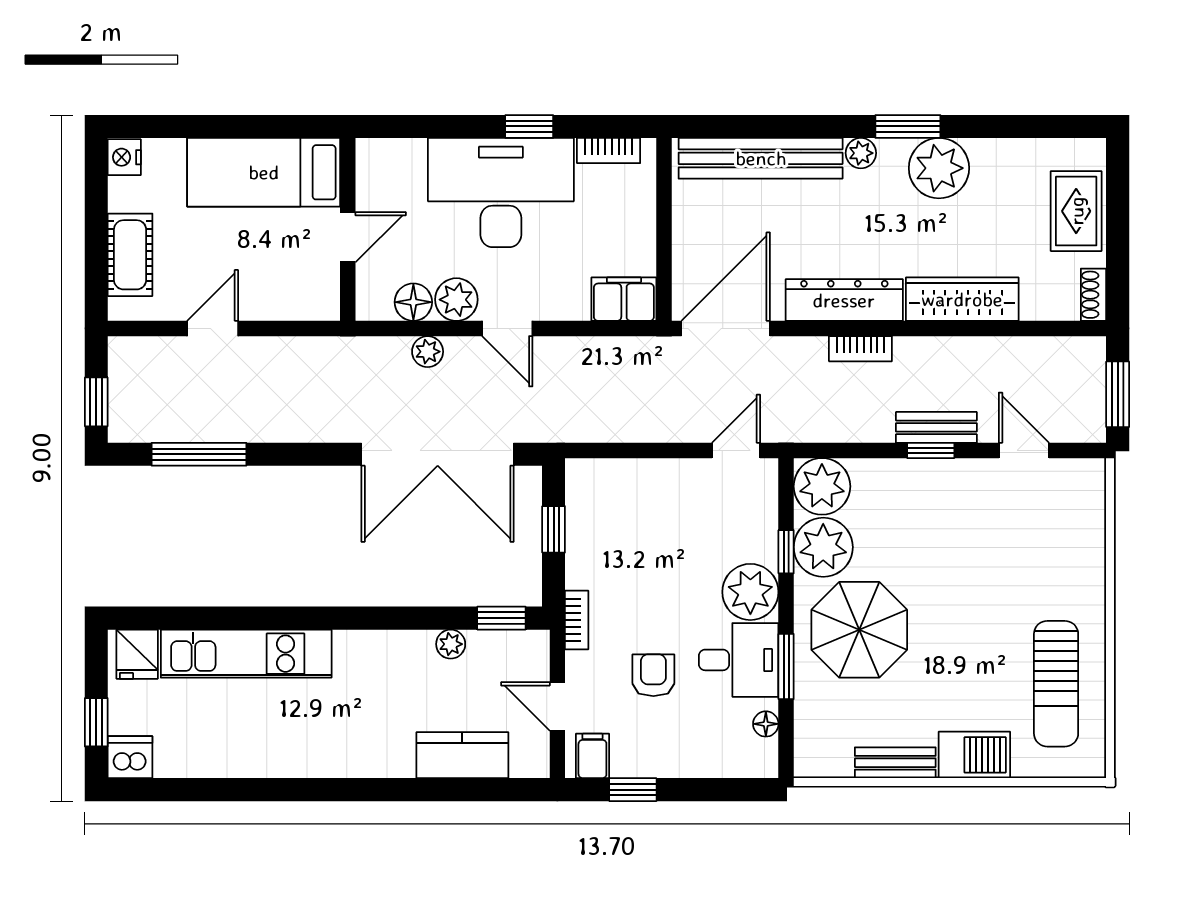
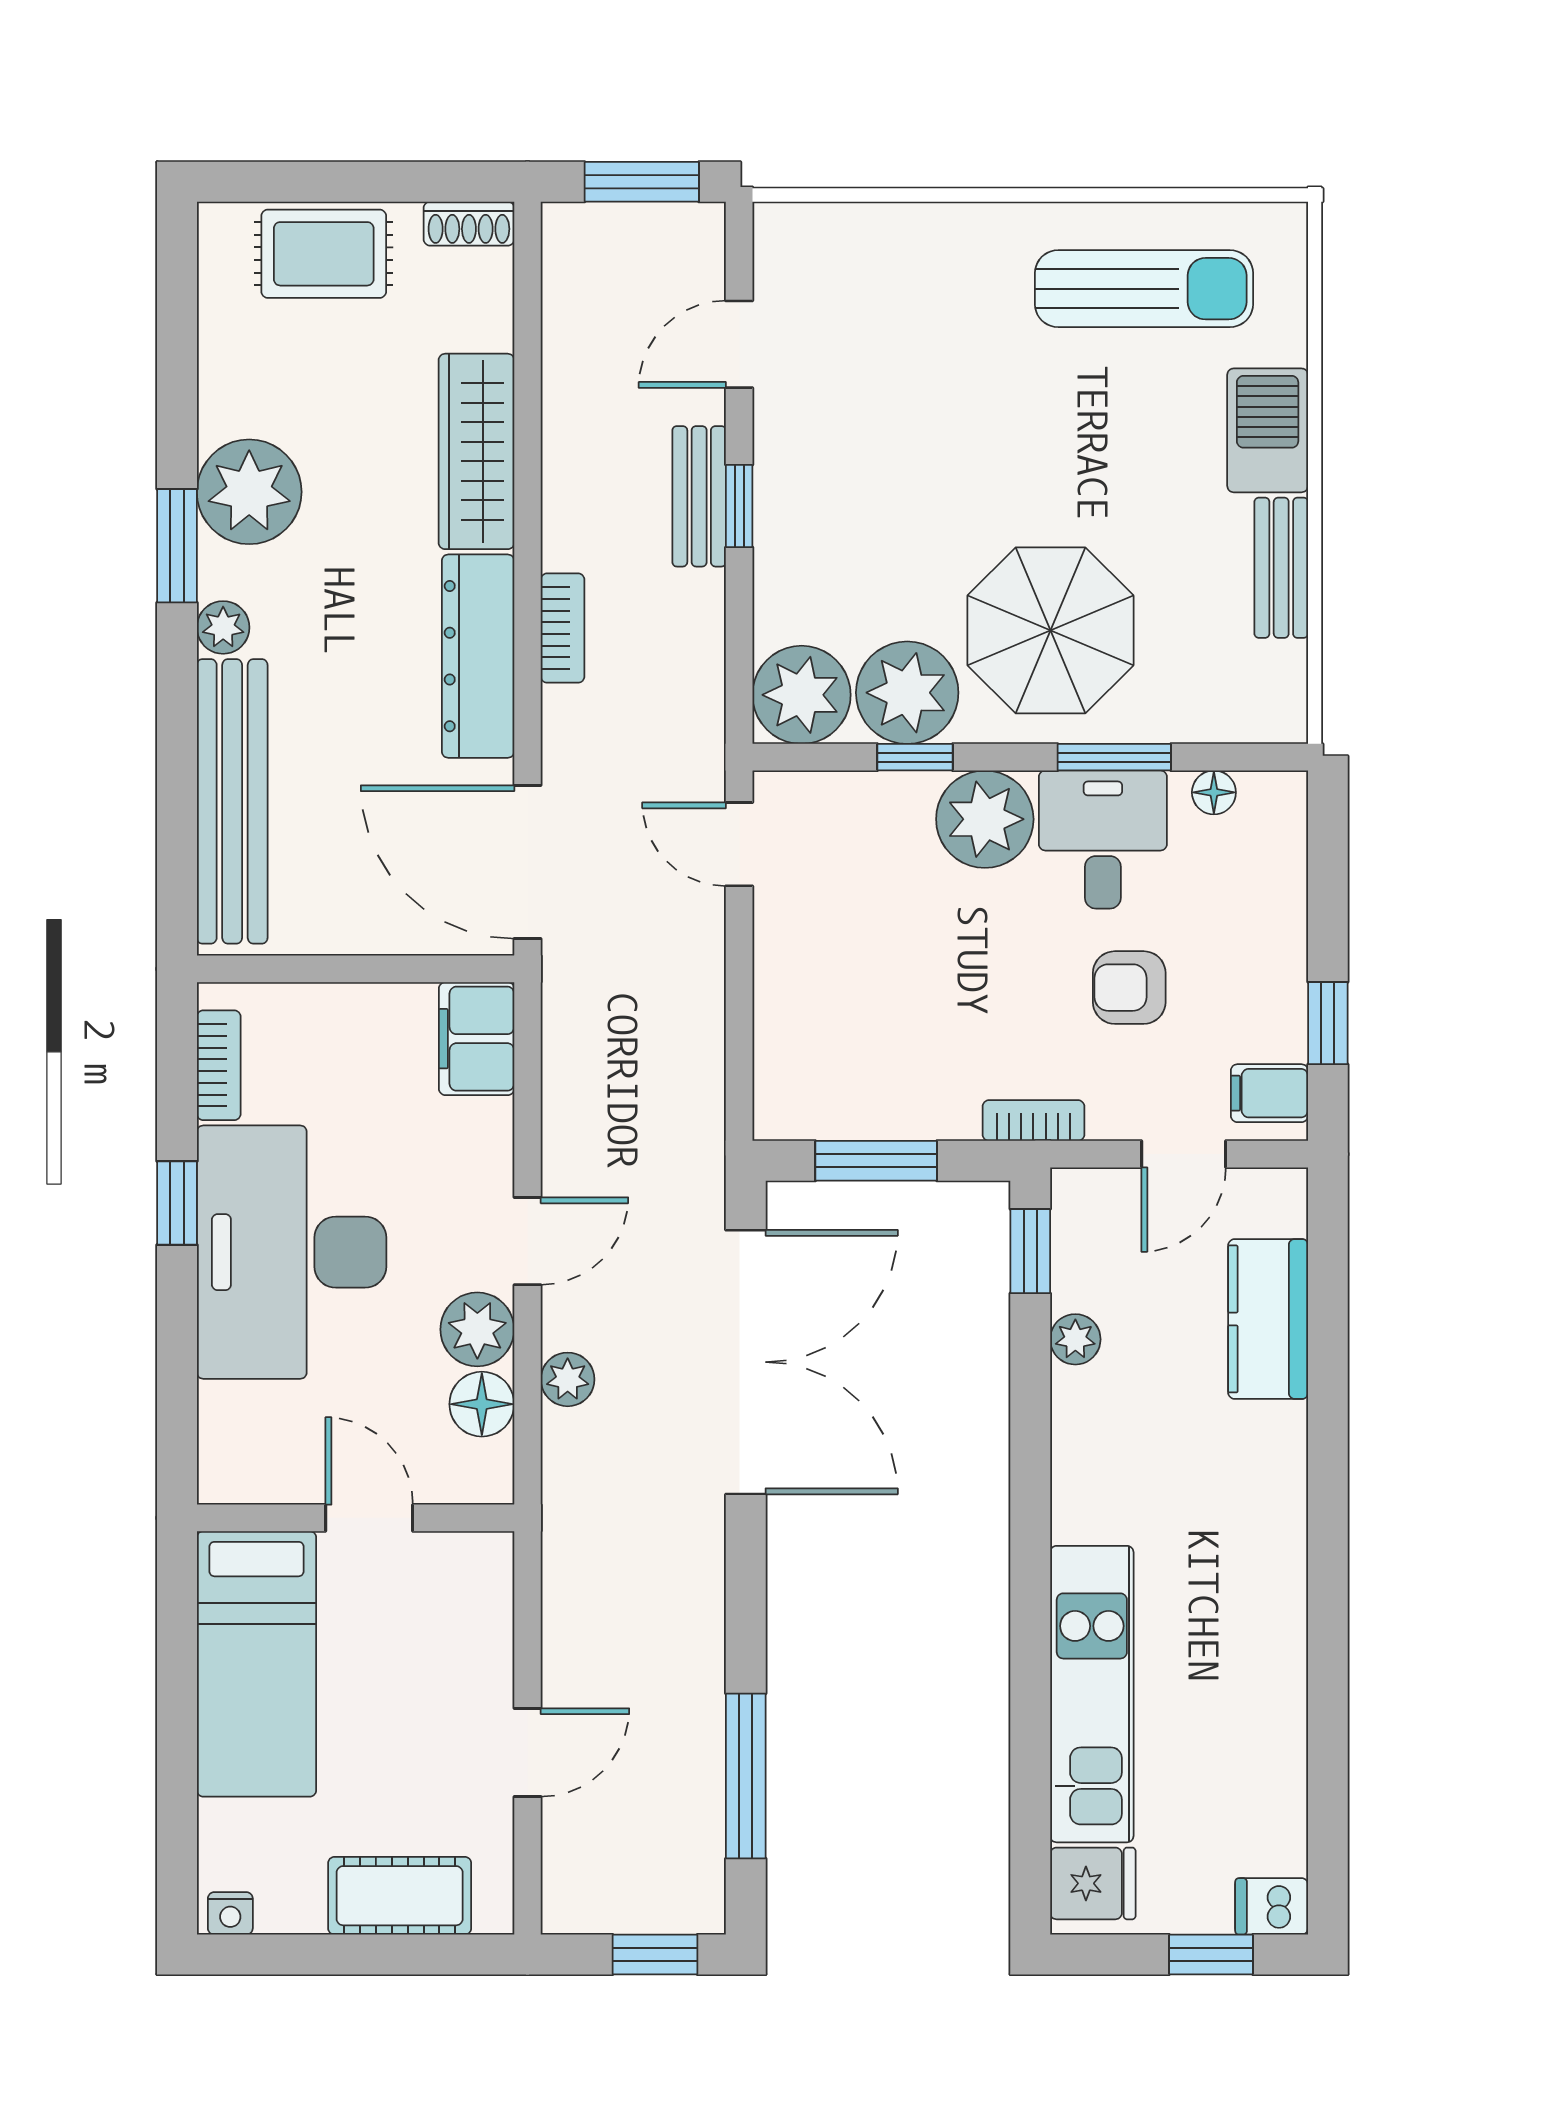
nightstand: (124, 157) -> (230, 1913), width x0.72, depth x0.74
door: (213, 328) -> (527, 1752), swing flipped
window: (554, 529) -> (876, 1161), width x1.50
dishwasher: (130, 757) -> (1272, 1906), width x0.73

